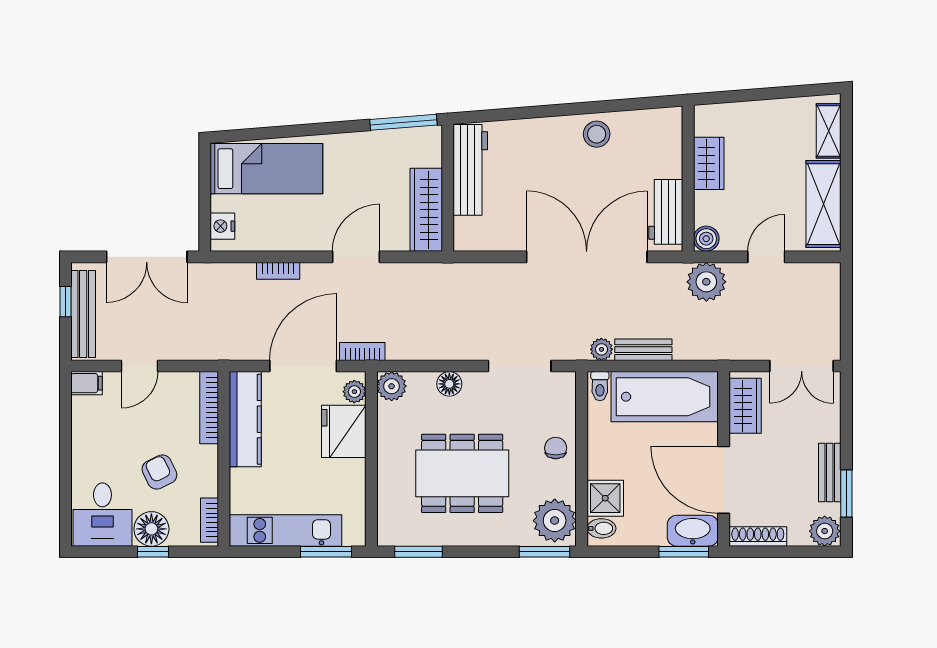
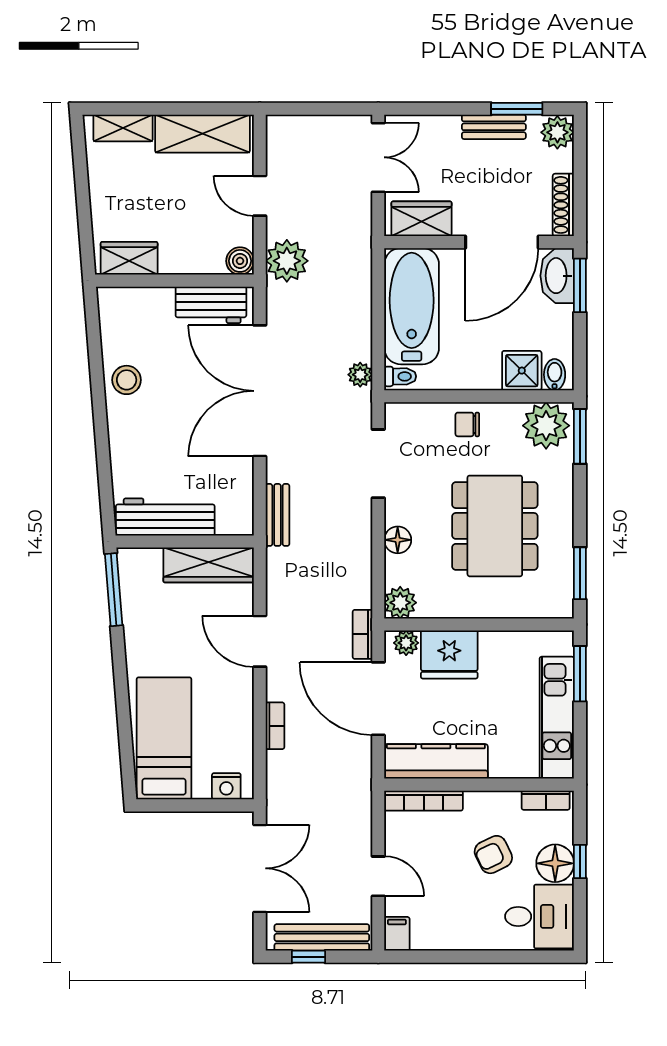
wardrobe: (709, 163) -> (129, 258), moved
bench: (643, 350) -> (277, 515), moved

